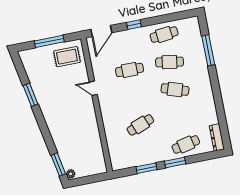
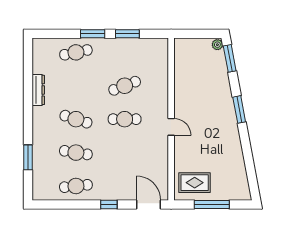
door: (101, 31) -> (149, 205), hinge flipped
window: (208, 50) -> (28, 157), width x0.69
cafe table: (129, 70) -> (125, 119), moved
door: (93, 88) -> (171, 127), moved
window: (30, 95) -> (239, 109), moved
dresser: (217, 137) -> (38, 90), moved

